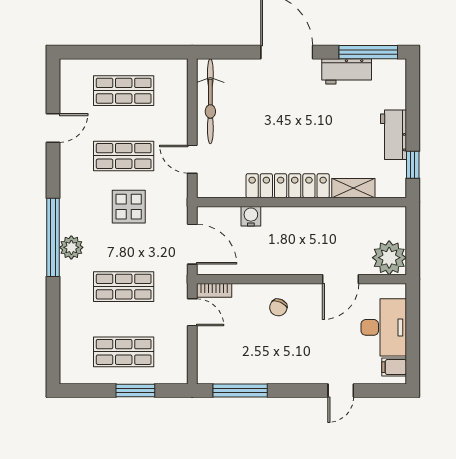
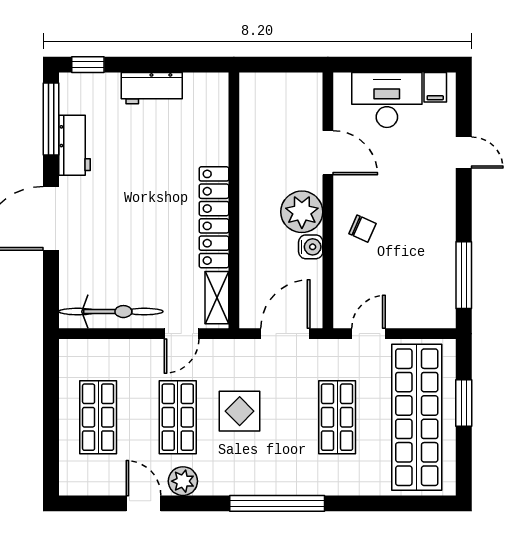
window: (413, 165) -> (88, 65), moved
shelving: (353, 188) -> (217, 298), moved
water cooler: (251, 216) -> (311, 247), moved, turned 180
plant: (71, 247) -> (183, 481), moved
plant: (389, 258) -> (302, 212), moved
bookcase: (214, 290) -> (342, 307), removed
shop shelf: (124, 352) -> (417, 417), width x2.00, depth x1.36

